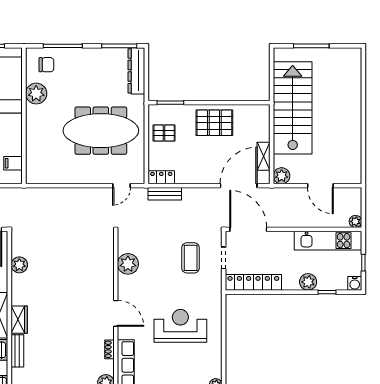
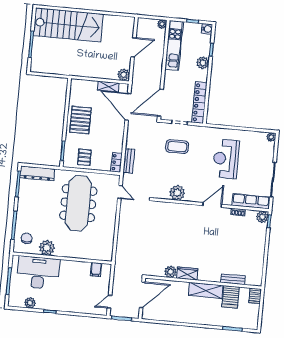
stairs: (293, 108) -> (68, 25), moved, turned 180
wardrobe: (19, 320) -> (187, 274), moved

